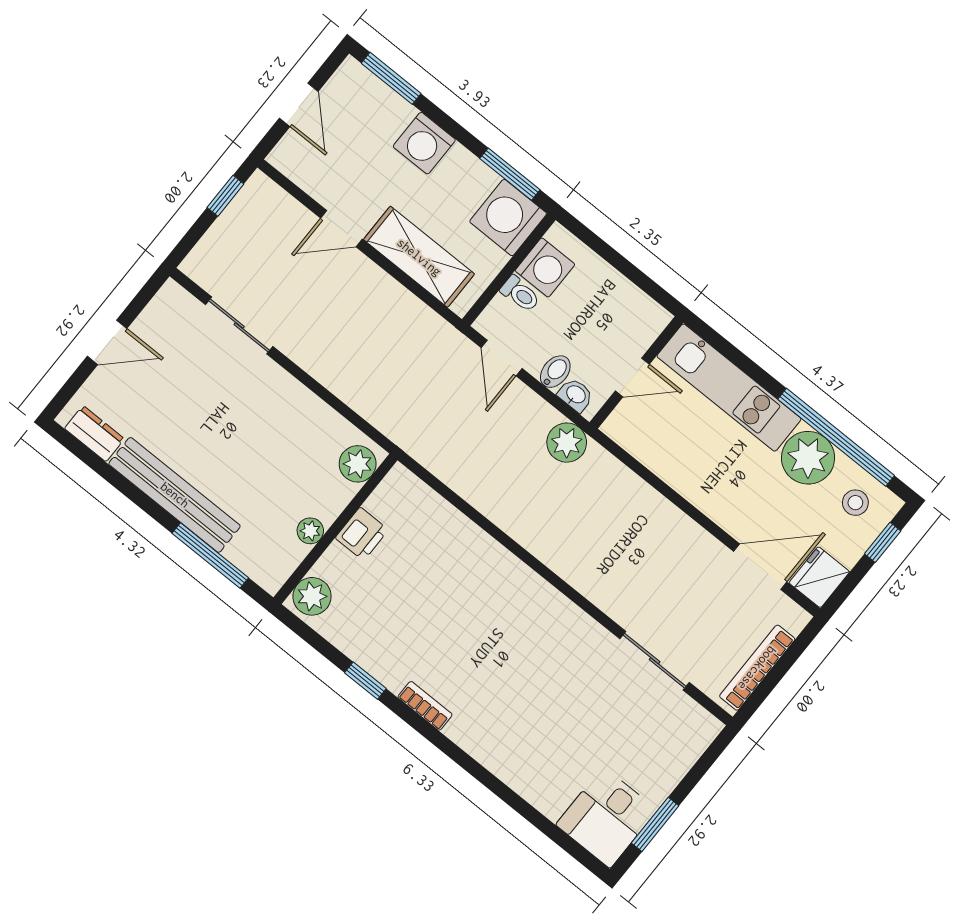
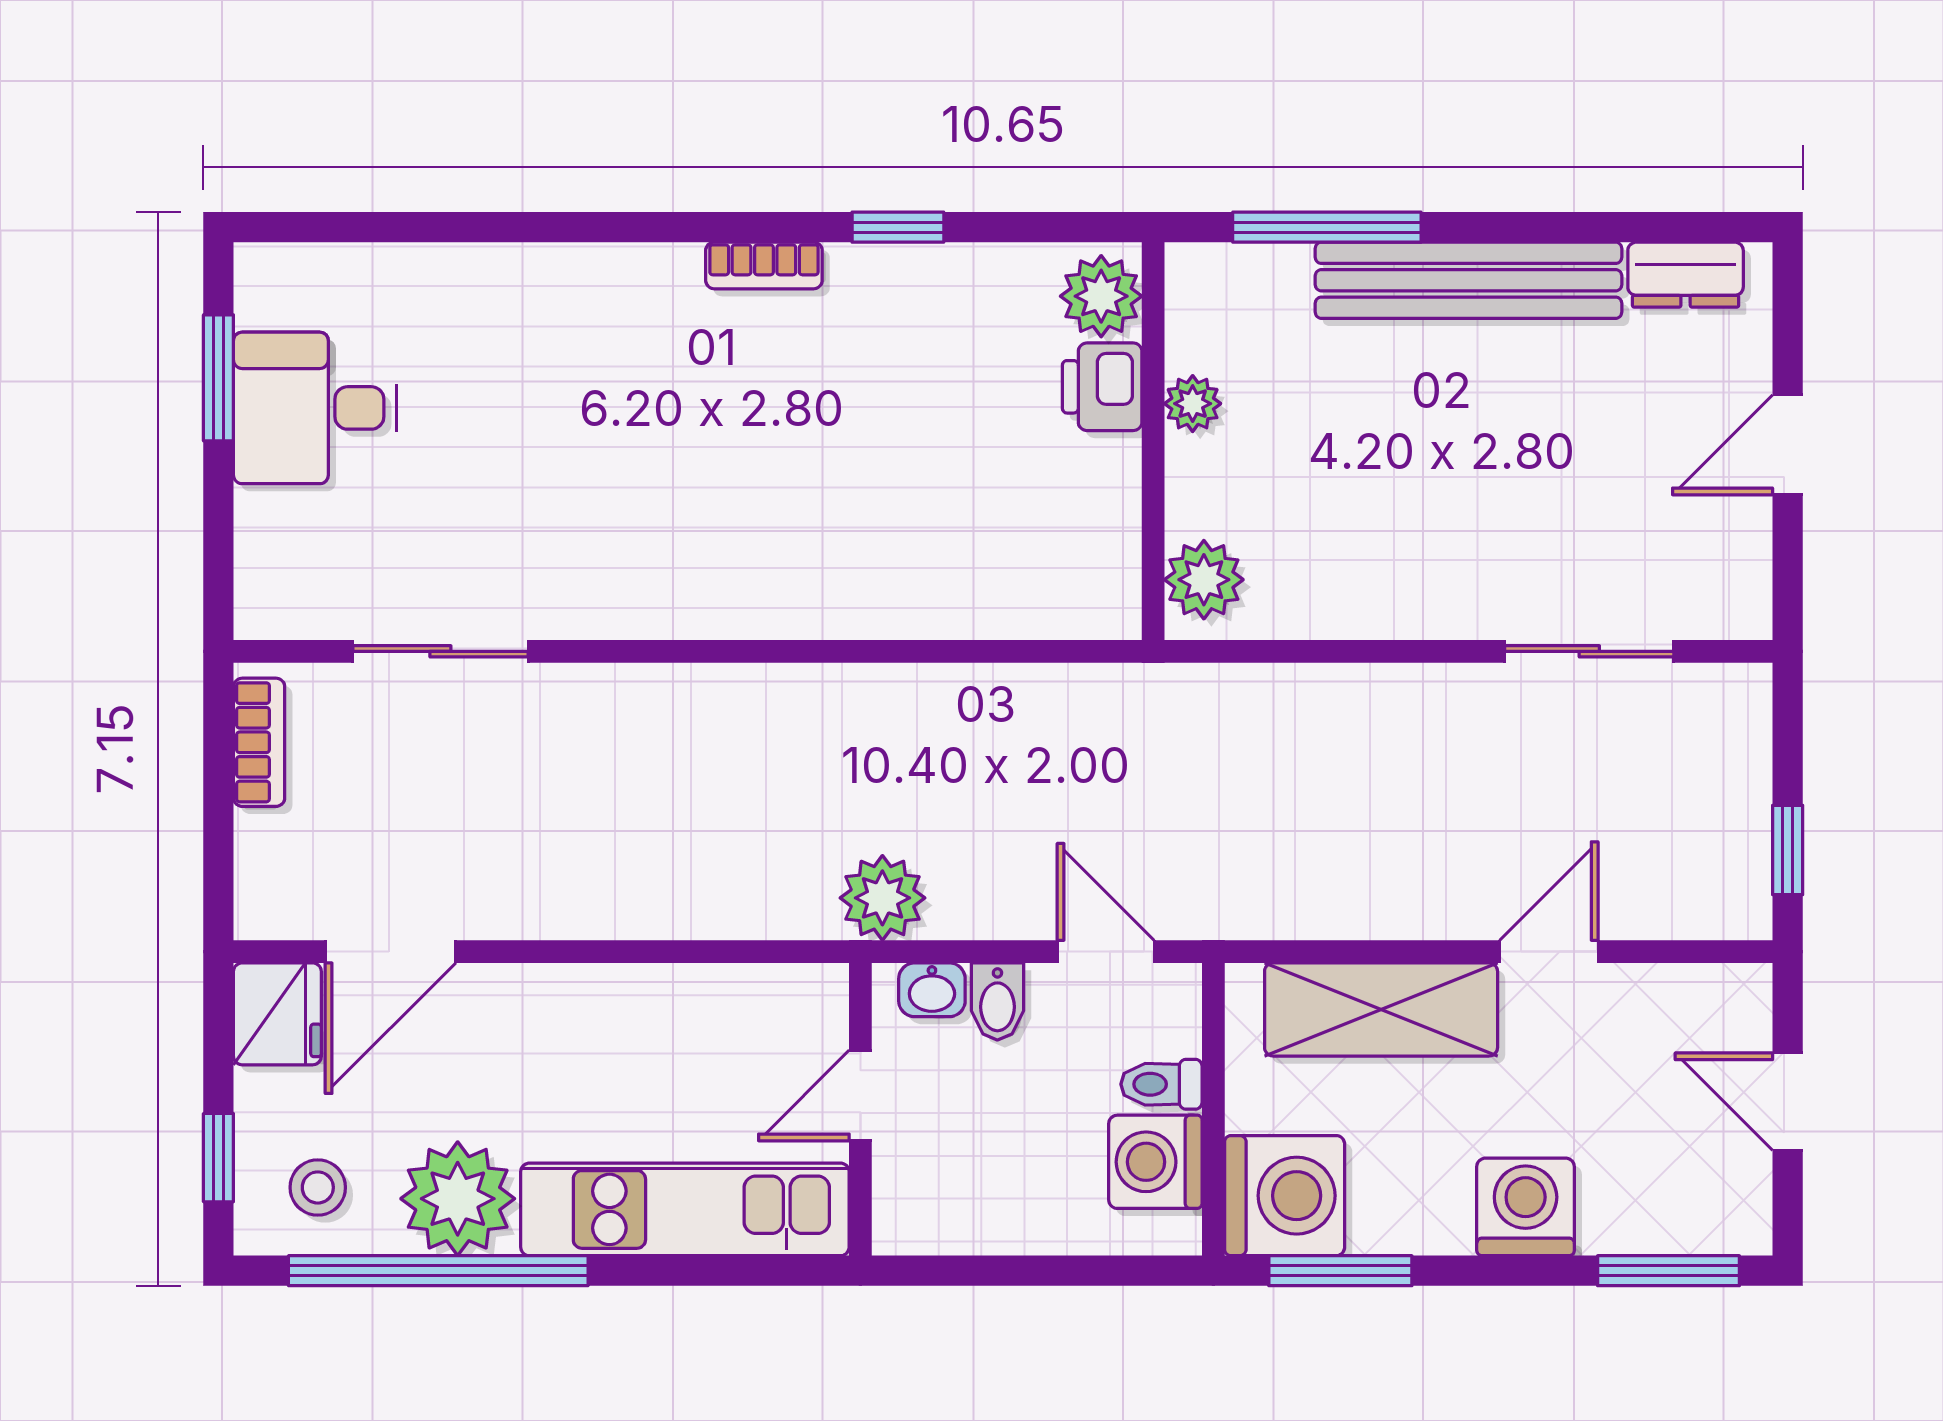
printer: (362, 534) -> (1102, 387), moved
bookcase: (757, 668) -> (259, 742), width x0.64
desk: (606, 817) -> (315, 408), moved, turned -90

